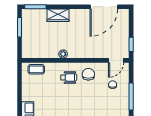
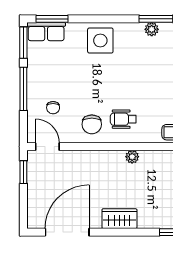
wardrobe: (58, 15) -> (119, 219), moved
door: (116, 60) -> (47, 147), hinge flipped

